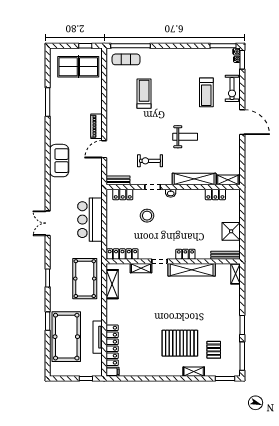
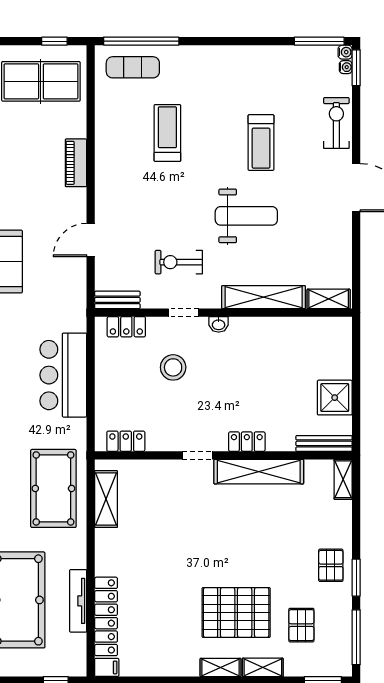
exercise bike: (232, 88) -> (336, 123), turned 180
treadmill: (206, 92) -> (261, 143), moved
piano: (96, 126) -> (76, 163), moved
weight bench: (185, 137) -> (246, 216), width x1.36, depth x1.33
locker: (215, 194) -> (304, 327), removed
locker: (122, 254) -> (126, 441), width x0.66
shelving: (141, 268) -> (221, 667), moved
pallet: (229, 319) -> (331, 565), added

